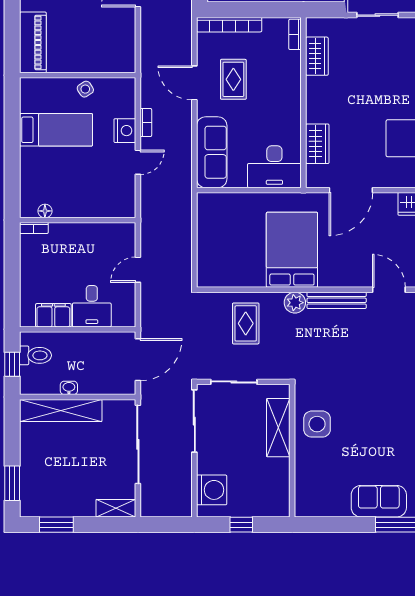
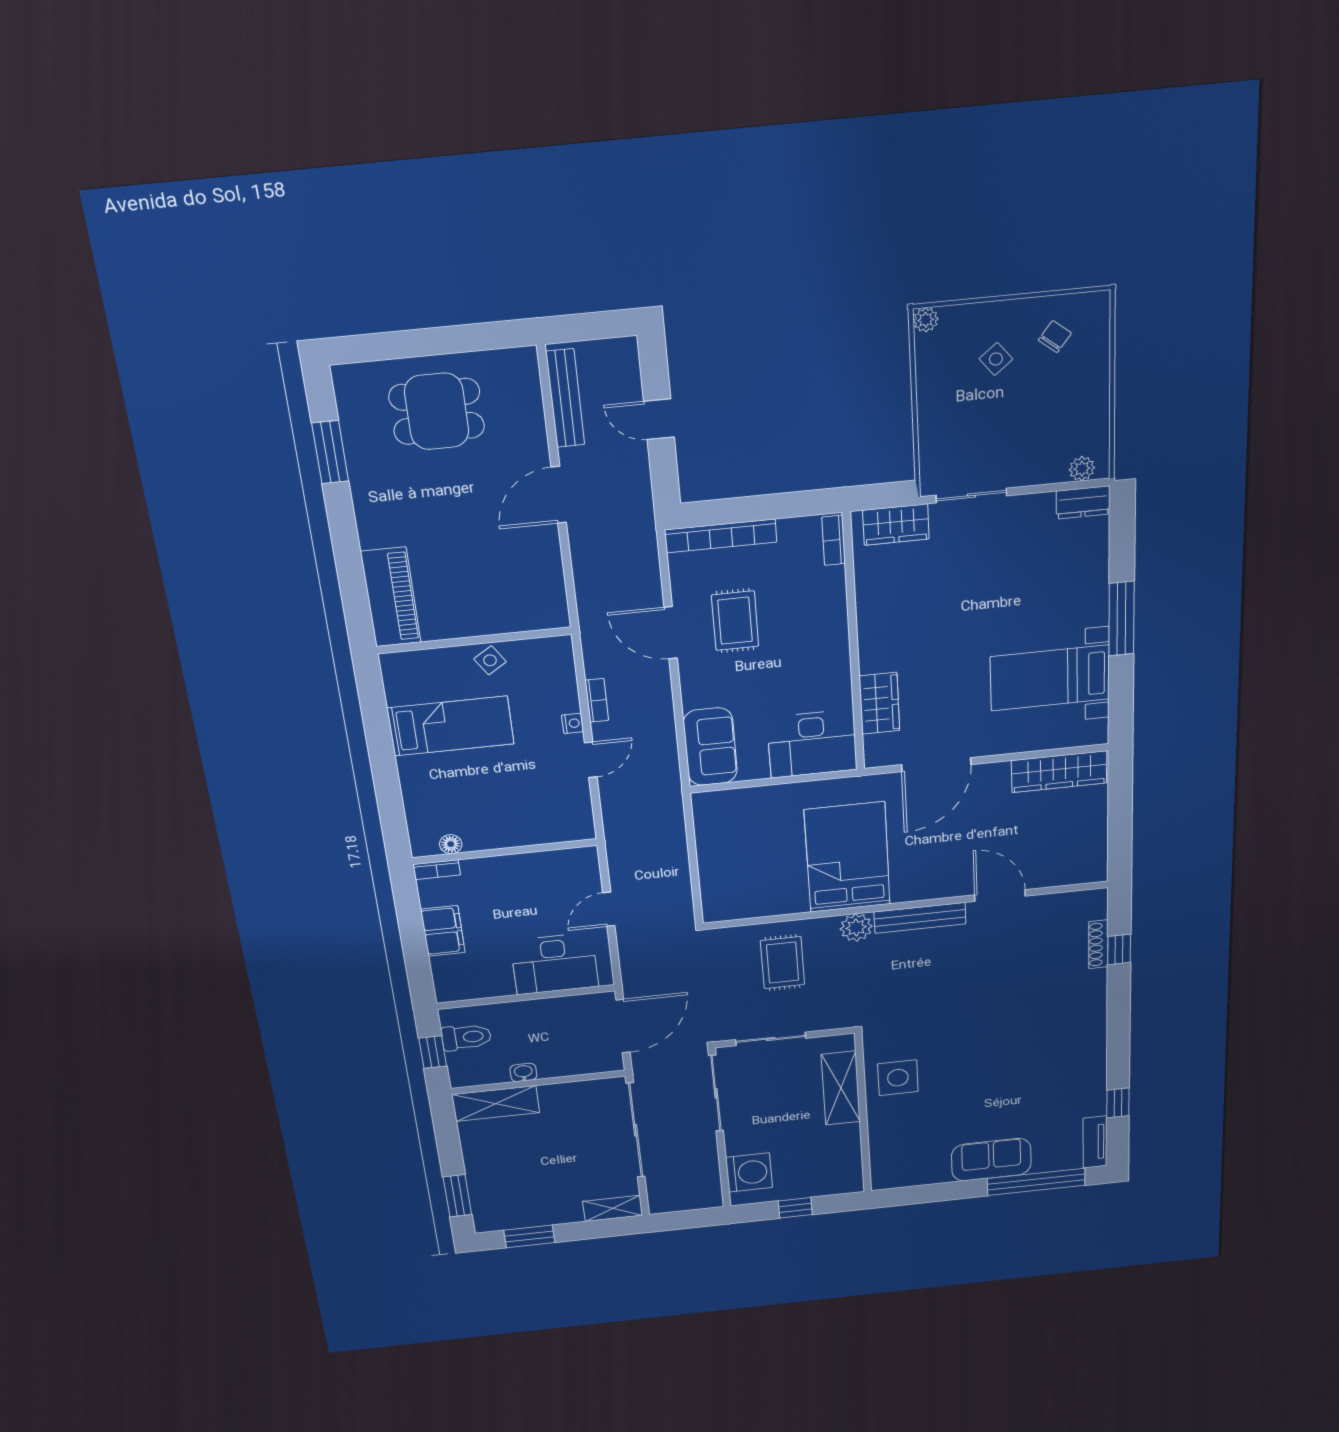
wardrobe: (317, 56) -> (896, 525), moved, turned 90
nightstand: (125, 131) -> (573, 723), width x0.53, depth x0.56
sofa: (212, 152) -> (710, 747), width x0.73
desk: (92, 306) -> (555, 964), width x1.37
filing cabinet: (53, 315) -> (443, 931), moved, turned 90
shelving: (61, 410) -> (496, 1104), width x0.68

